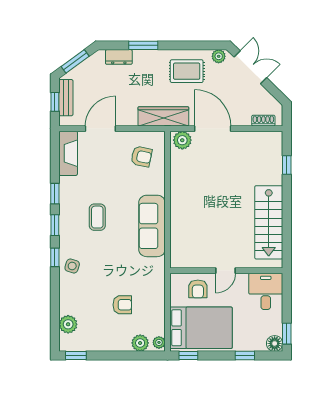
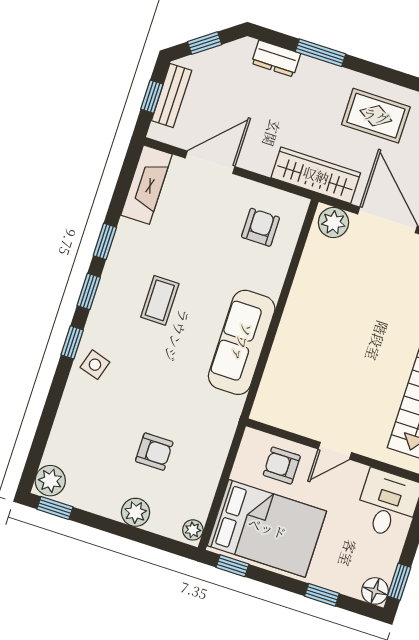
window: (75, 61) -> (205, 43), width x0.67
armchair: (141, 157) -> (261, 227), turned -102
armchair: (198, 289) -> (282, 465), turned 90
plant: (68, 324) -> (50, 481), moved
plant: (140, 343) -> (136, 512), moved

